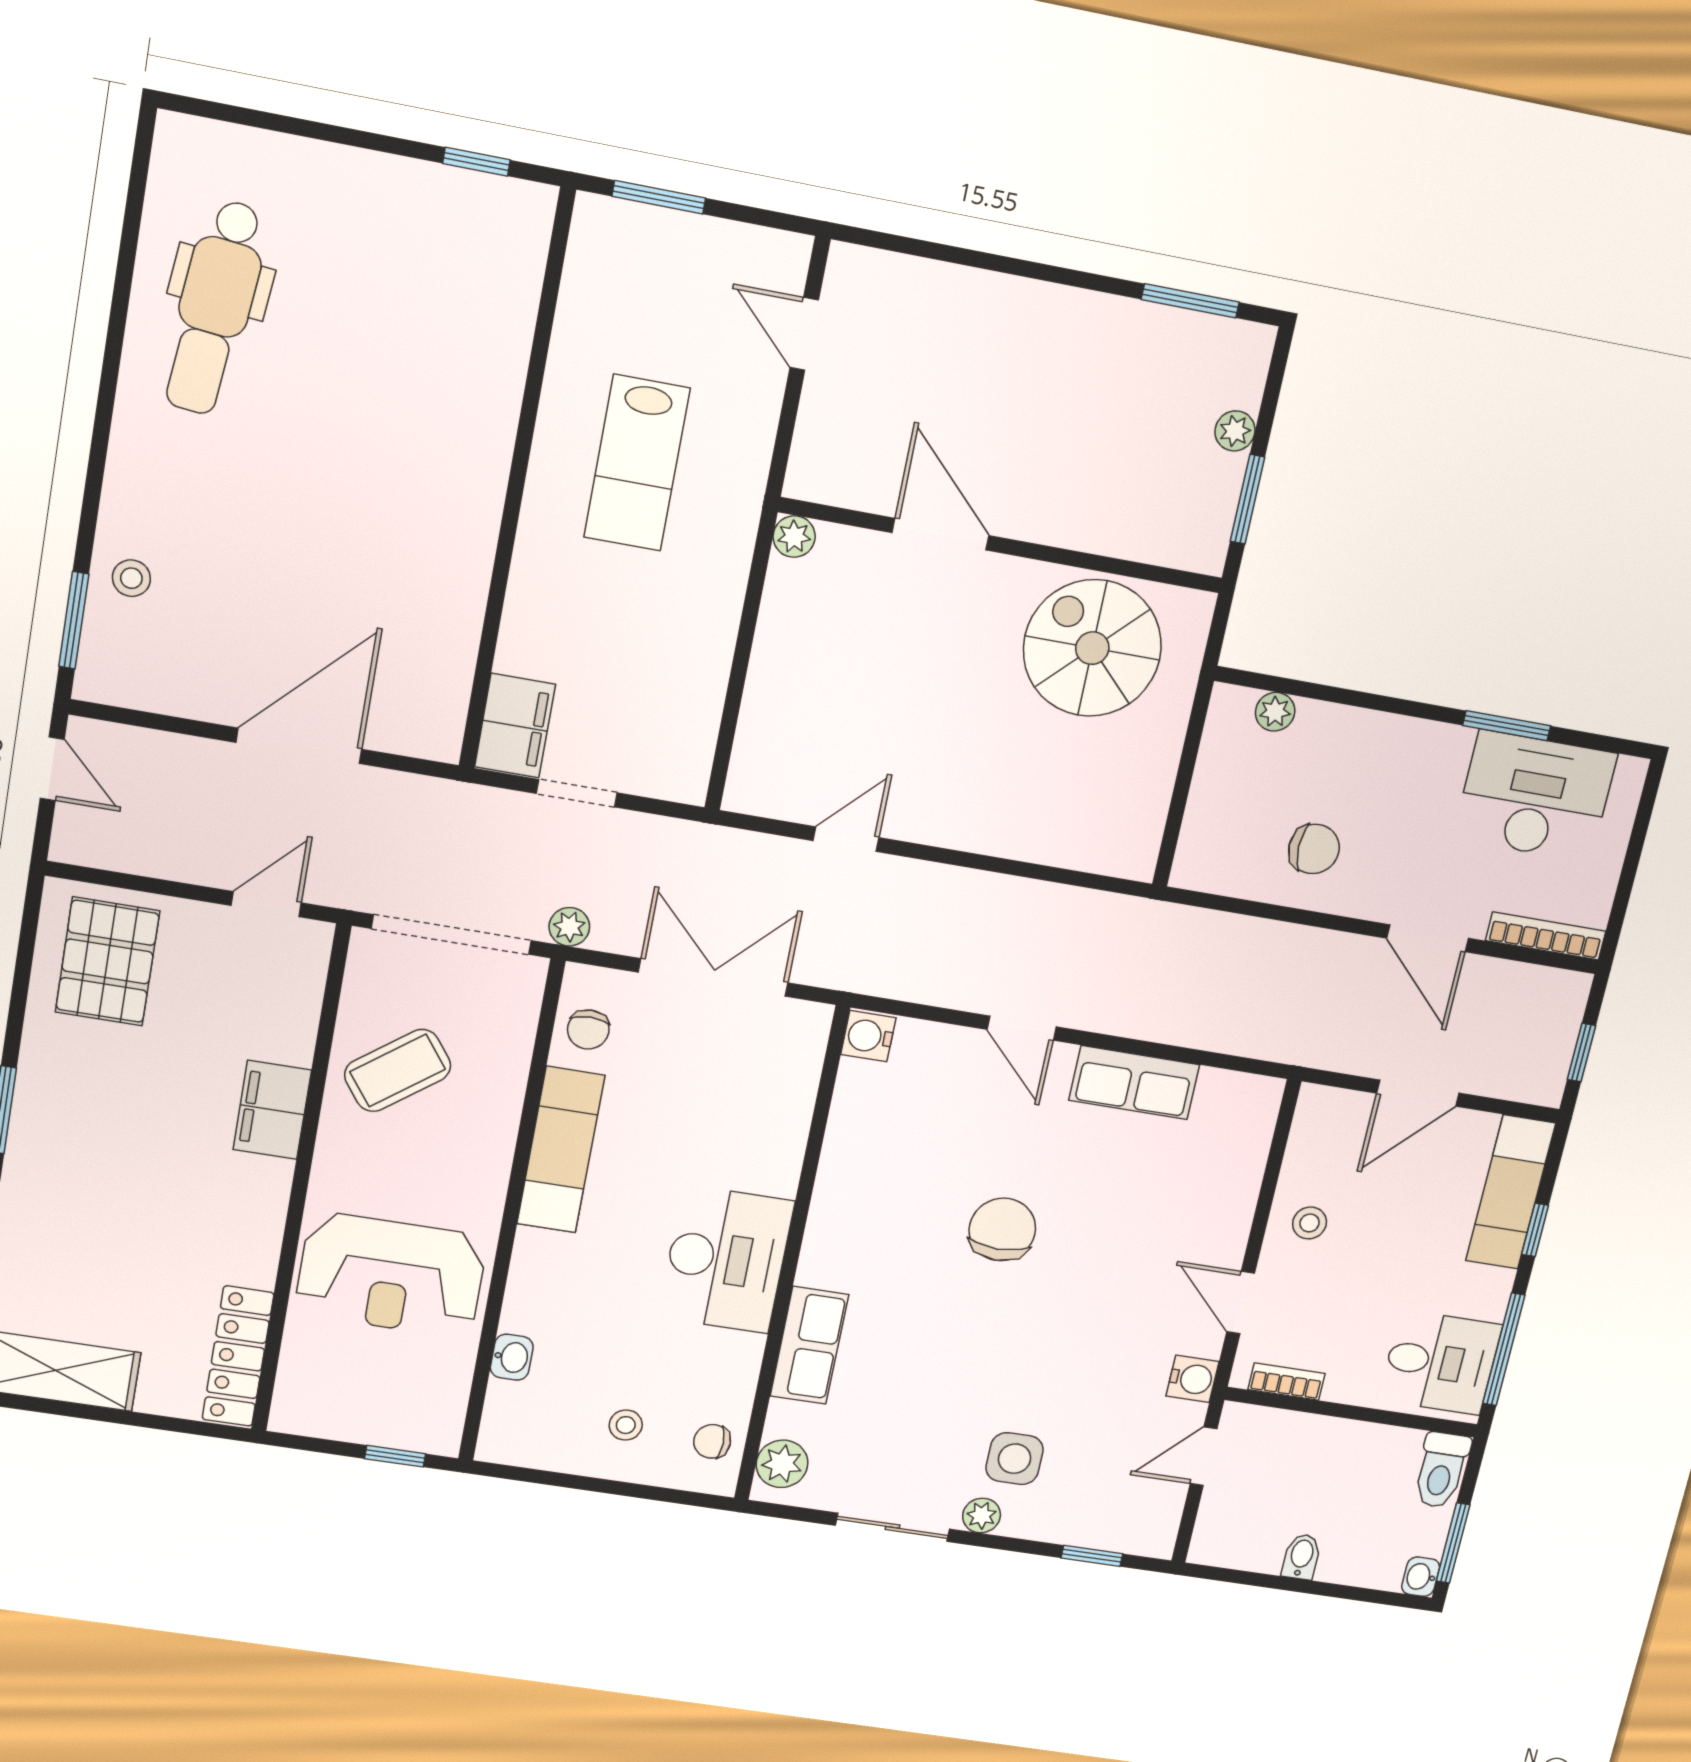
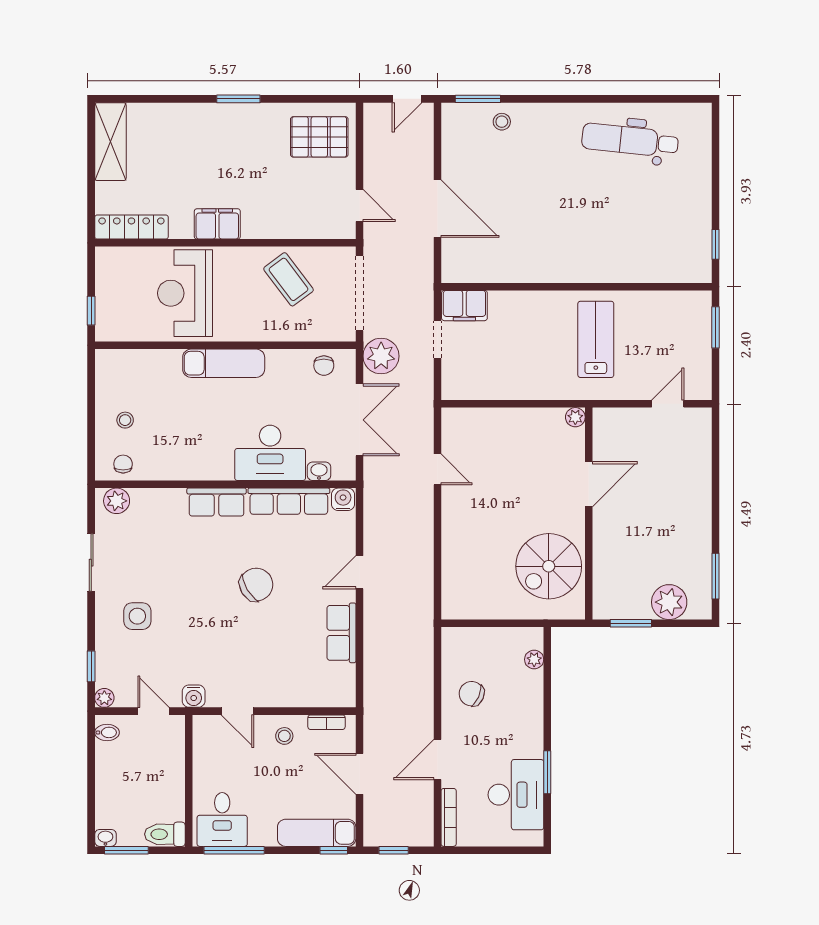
plant: (1235, 431) -> (669, 602), width x1.88, depth x1.88
lab bench: (637, 463) -> (596, 339), turned 90
spiral stairs: (1092, 648) -> (549, 566), turned 180
chair: (1314, 849) -> (472, 694), turned 114
plant: (569, 927) -> (381, 356), width x1.87, depth x1.87
chair: (588, 1029) -> (324, 366), turned -90
filing cabinet: (272, 1110) -> (217, 224), moved
row of seats: (850, 1141) -> (289, 501), added
exam couch: (561, 1150) -> (224, 363), moved
chair: (1002, 1229) -> (256, 585), turned -31
window: (1535, 1230) -> (334, 850), moved
desk: (726, 1259) -> (270, 453), moved
door: (1241, 1303) -> (238, 711), swing flipped
row of seats: (809, 1345) -> (217, 502), moved
washbasin: (512, 1357) -> (319, 471), moved, turned 180
bookcase: (1286, 1381) -> (326, 722), moved, turned 90
plant: (982, 1516) -> (104, 698), moved
bidet: (1301, 1557) -> (107, 732), moved

